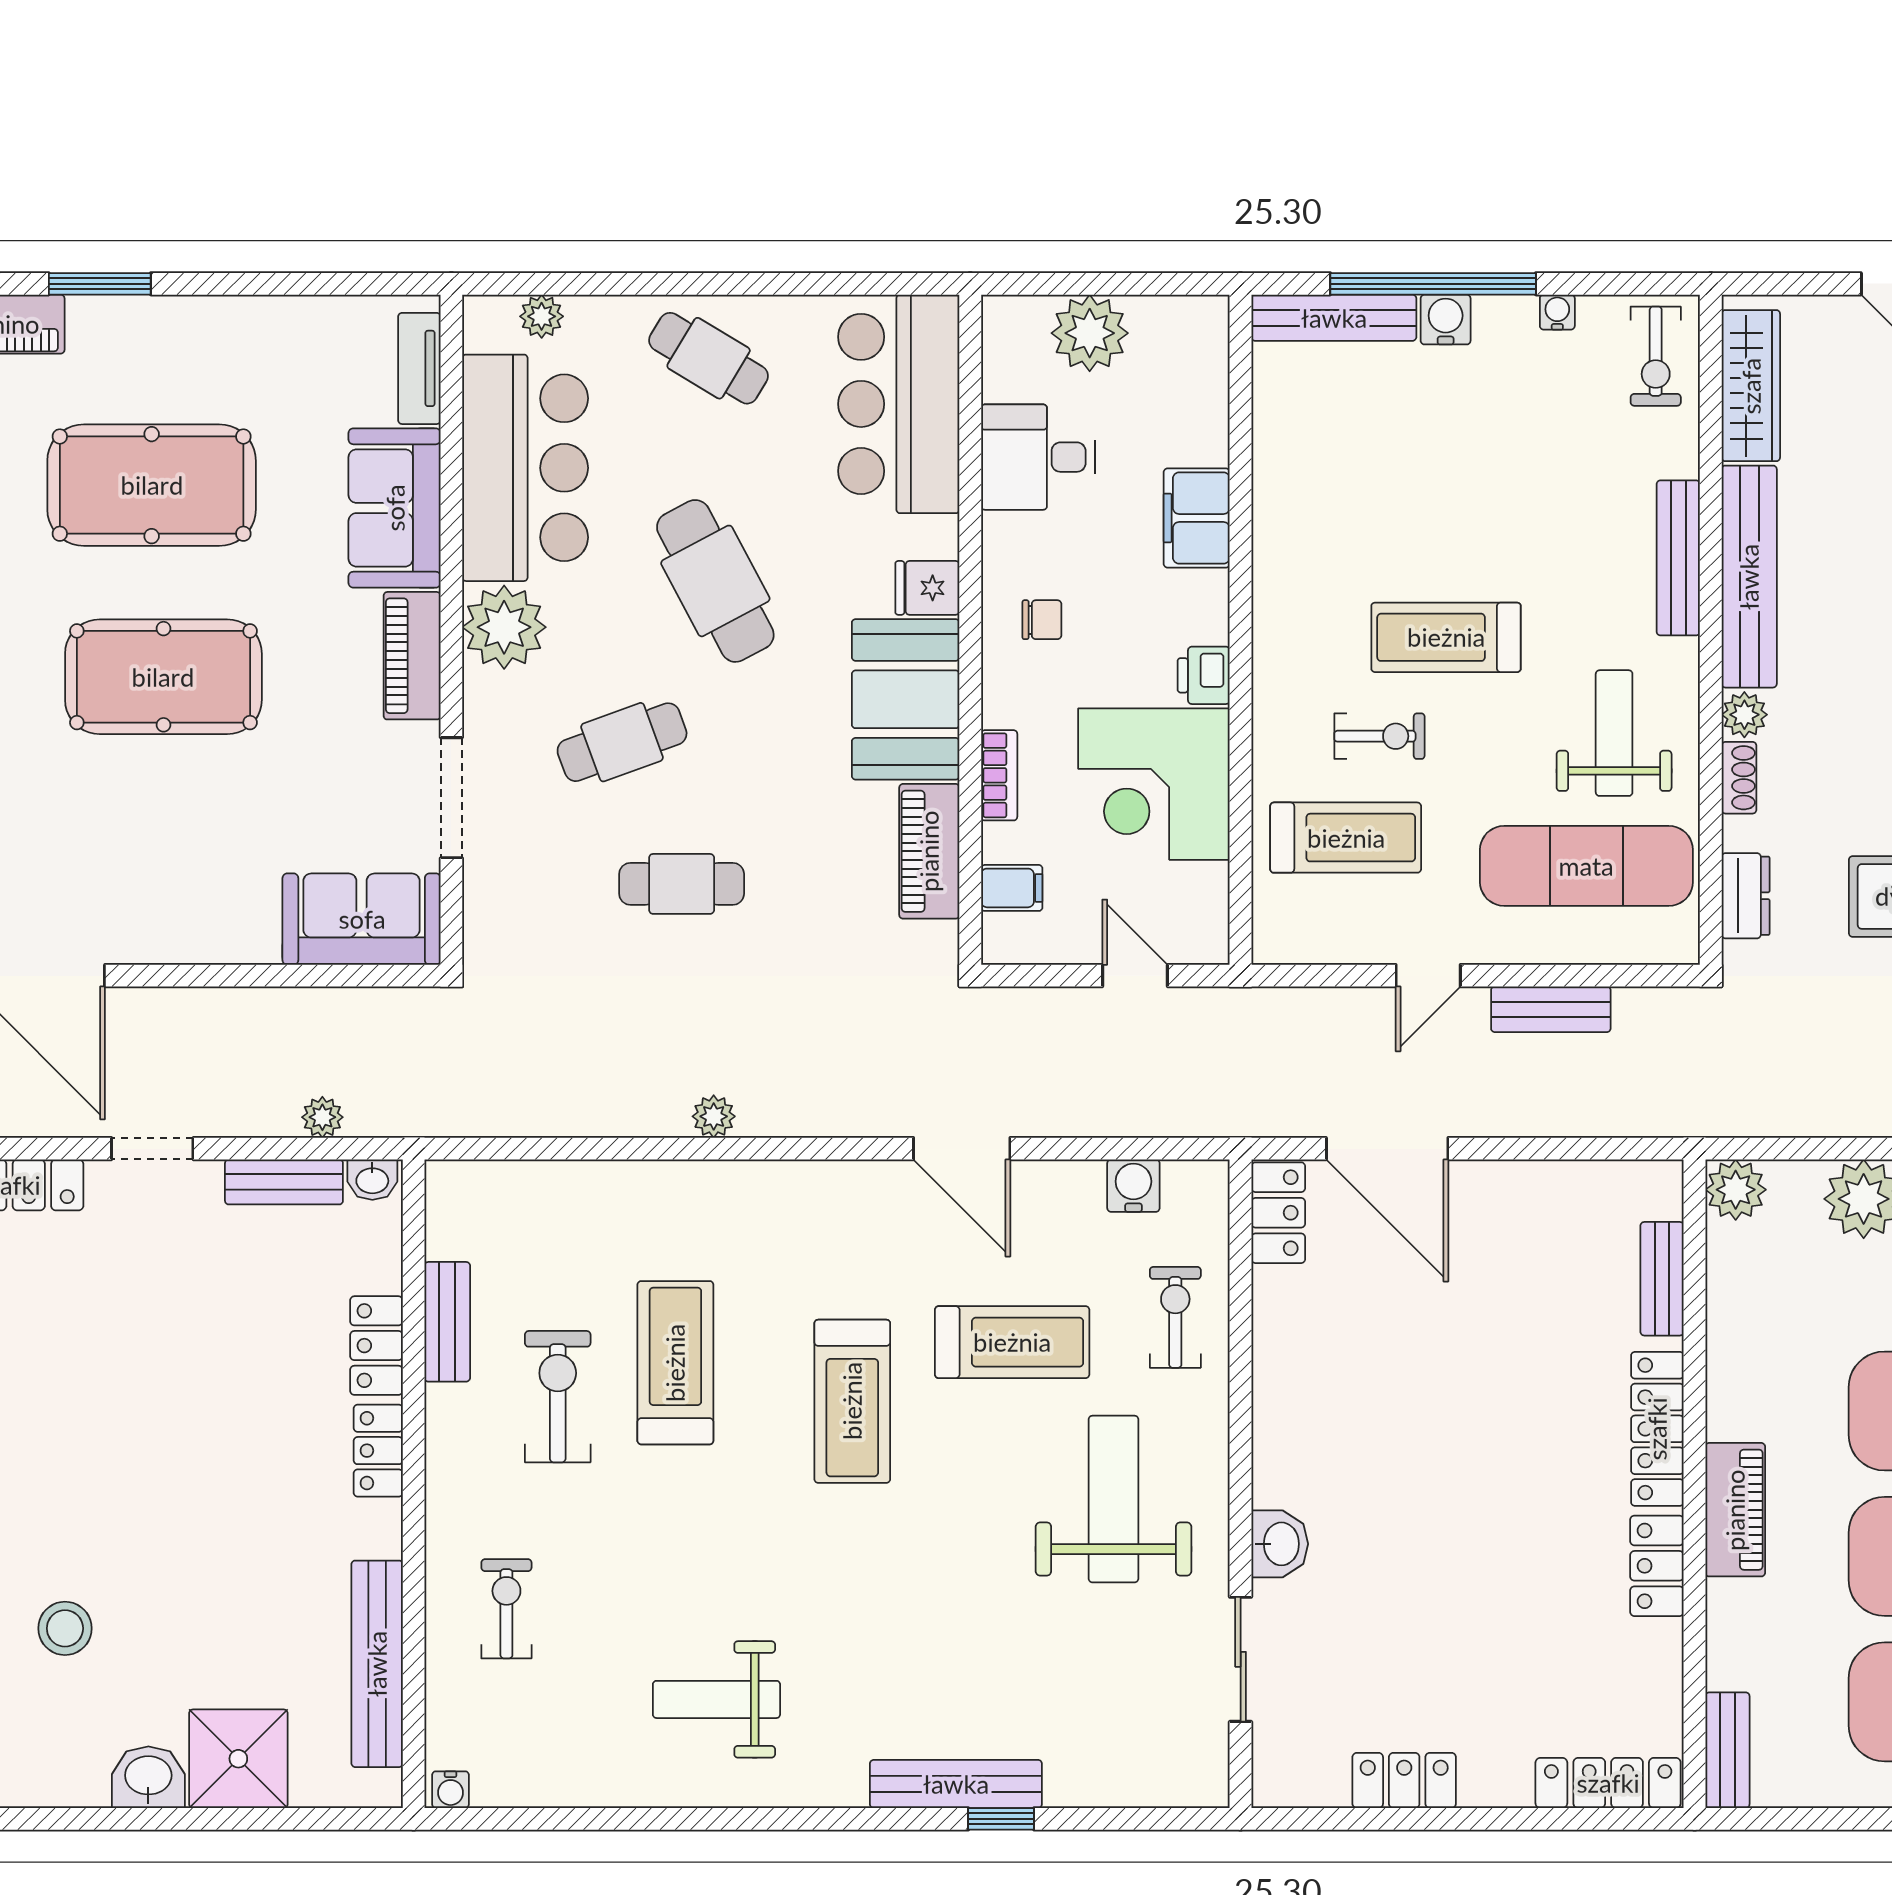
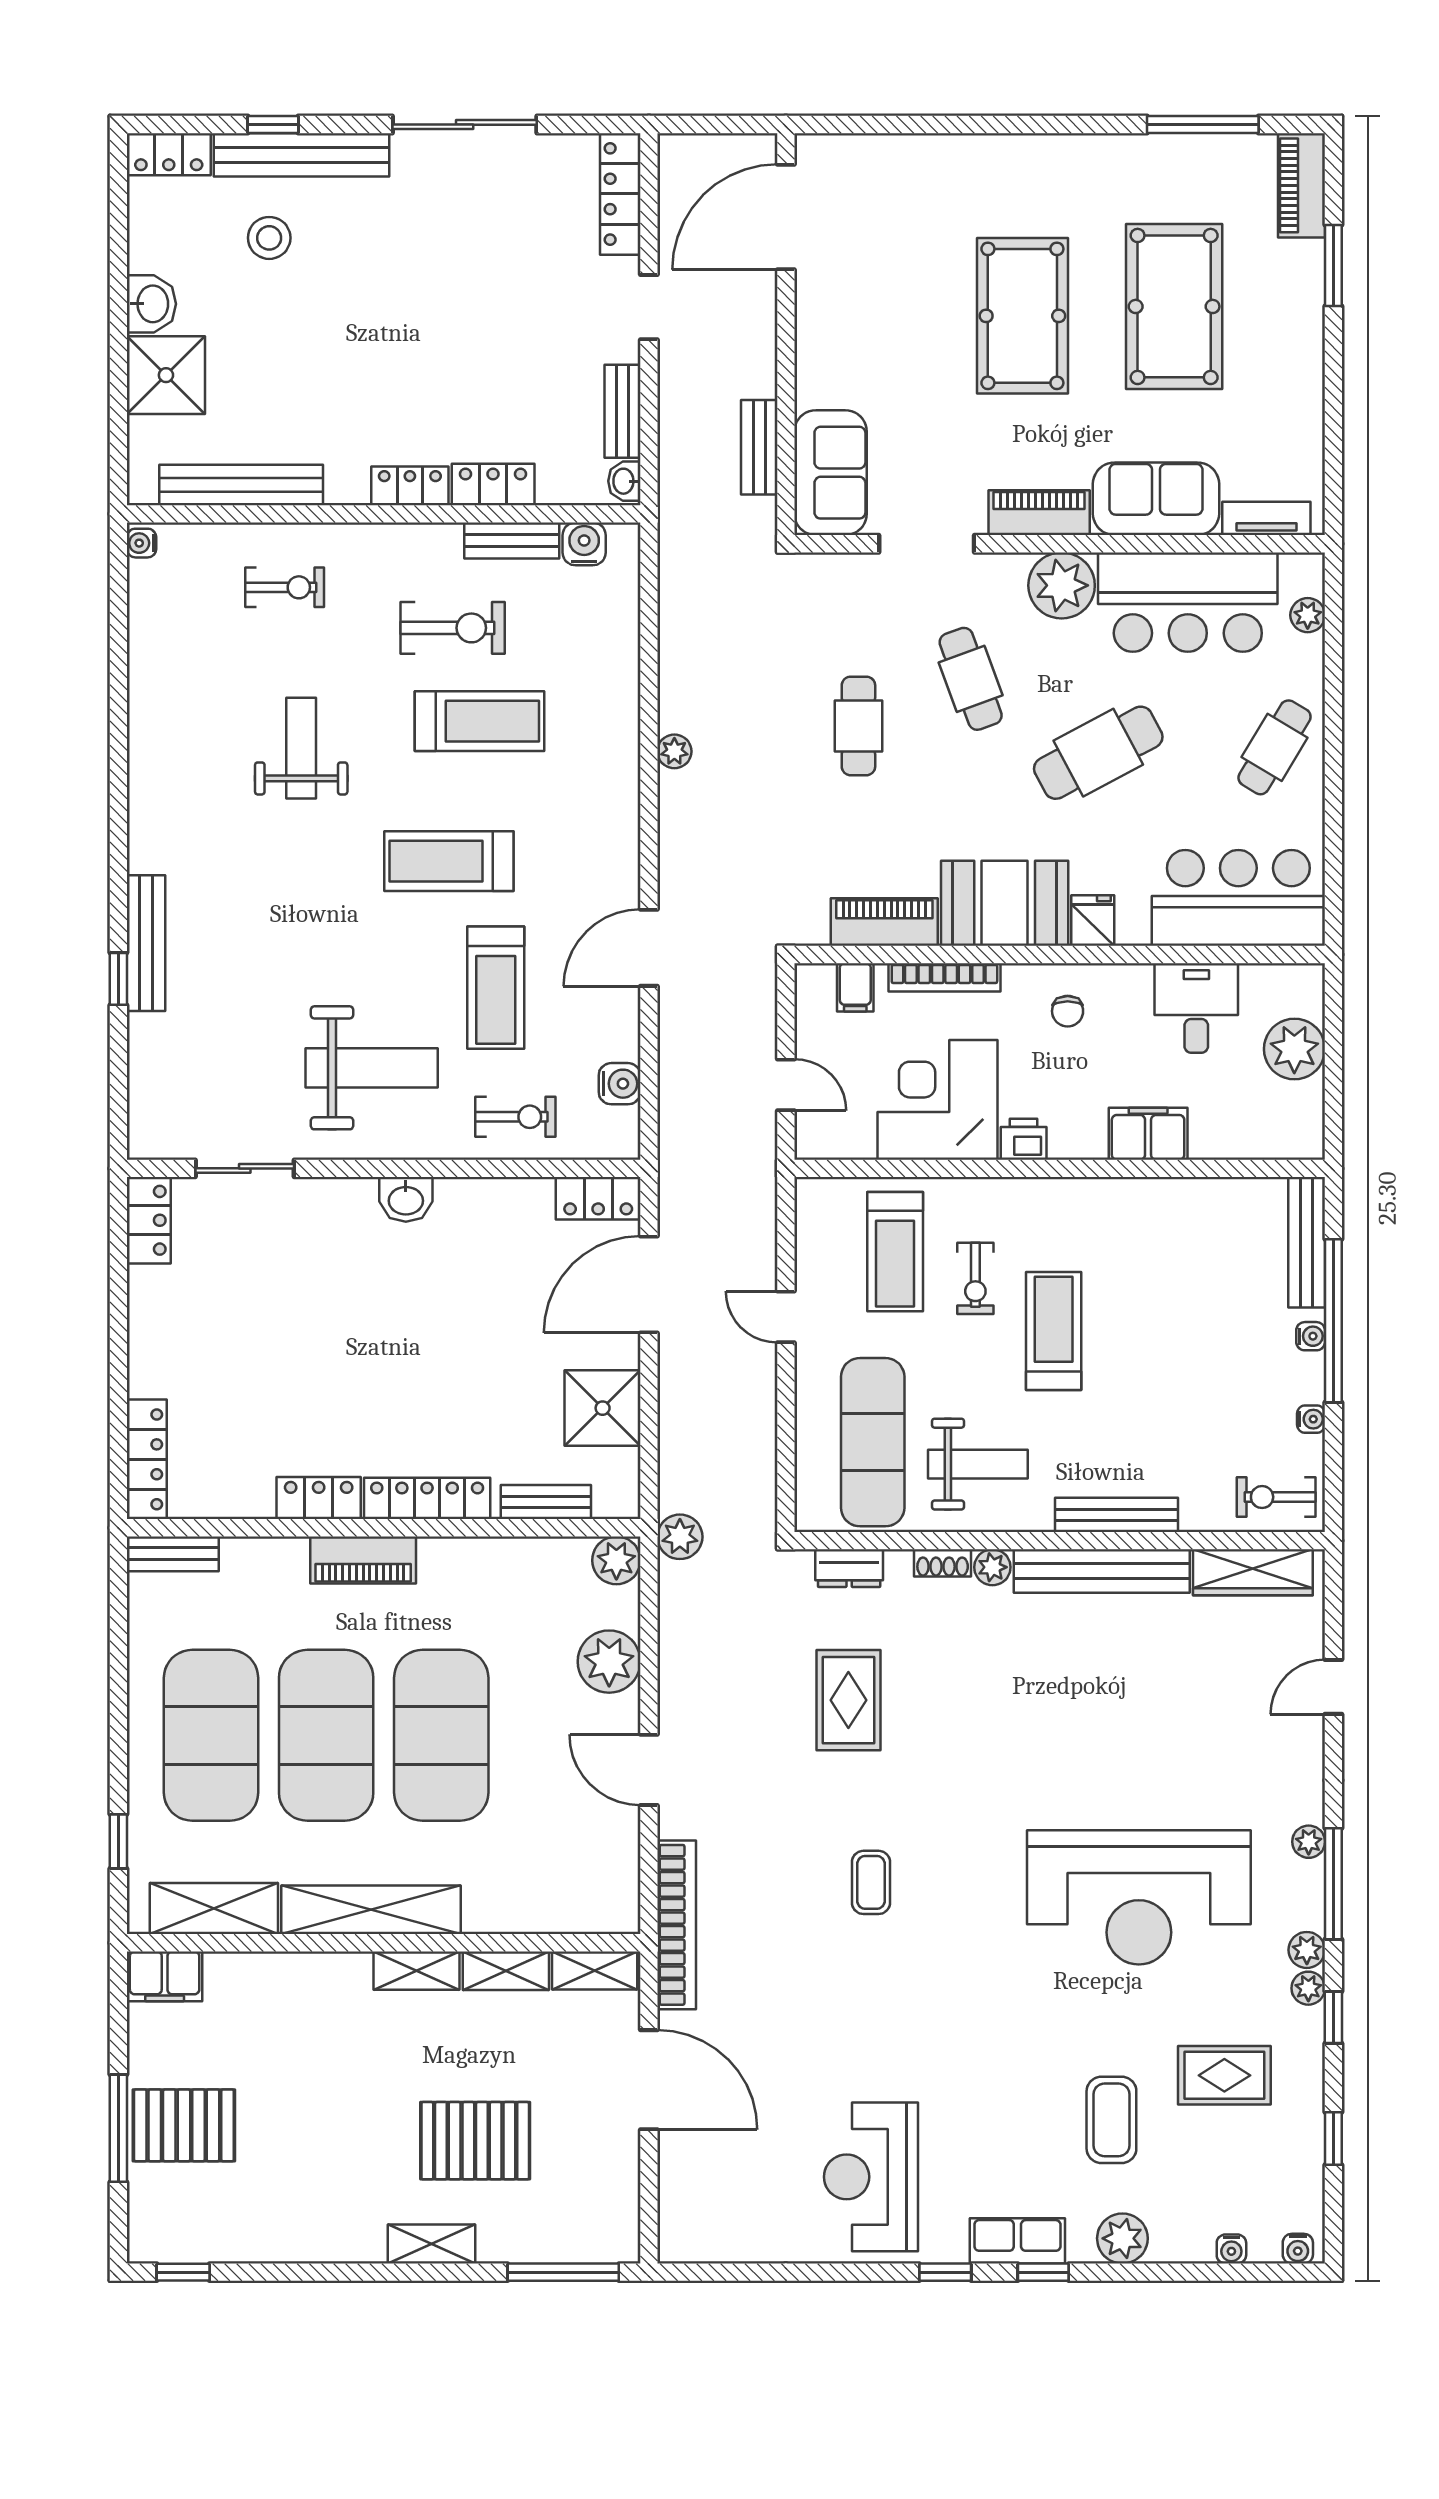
water cooler: (1446, 320) -> (1311, 1336), width x0.72, depth x0.72
bookcase: (999, 775) -> (944, 977), width x1.56
door: (1135, 976) -> (786, 1085), hinge flipped
bench: (1551, 1009) -> (759, 447), moved
plant: (322, 1117) -> (680, 1537), moved, width x1.38, depth x1.38
shower: (1543, 1207) -> (603, 1408), added
water cooler: (452, 1230) -> (584, 544), added
washbasin: (1280, 1544) -> (406, 1199), moved
weight bench: (716, 1699) -> (301, 748), moved
locker: (1404, 1780) -> (149, 1220), moved

